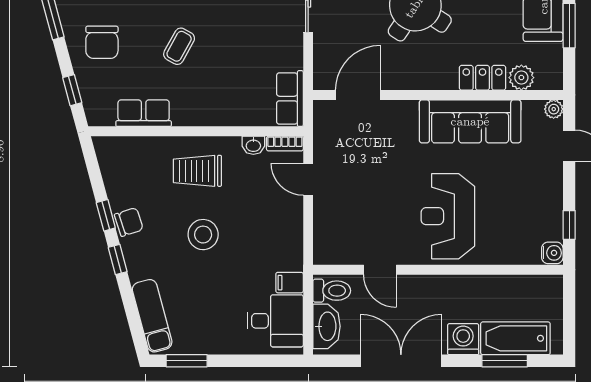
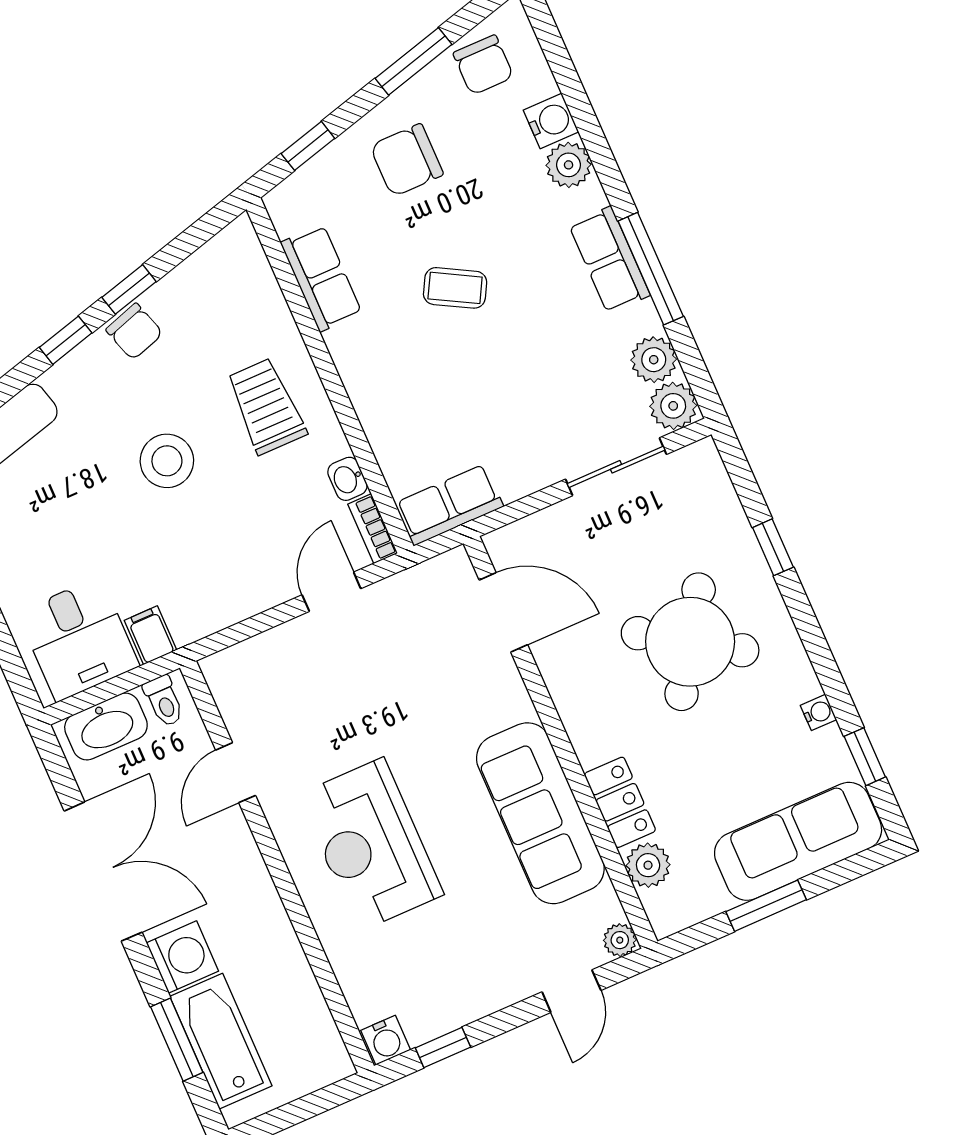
reception desk: (448, 216) -> (371, 845), turned -90
toilet: (332, 291) -> (164, 701), width x0.73, depth x0.72

